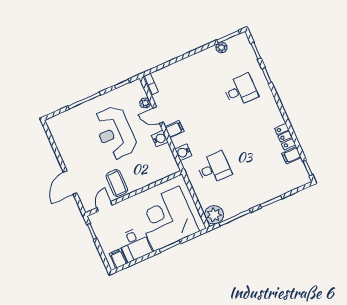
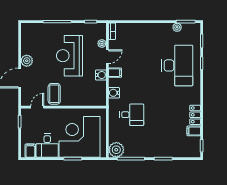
desk: (241, 90) -> (177, 65), width x1.87, depth x1.30
door: (158, 115) -> (107, 57), swing flipped
plant: (70, 160) -> (27, 61), added

